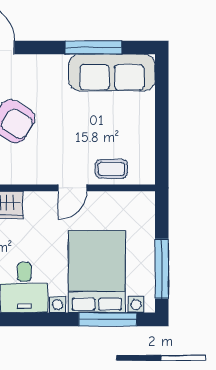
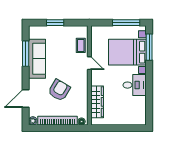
sofa: (112, 72) -> (37, 59), moved
window: (162, 113) -> (55, 23), added

